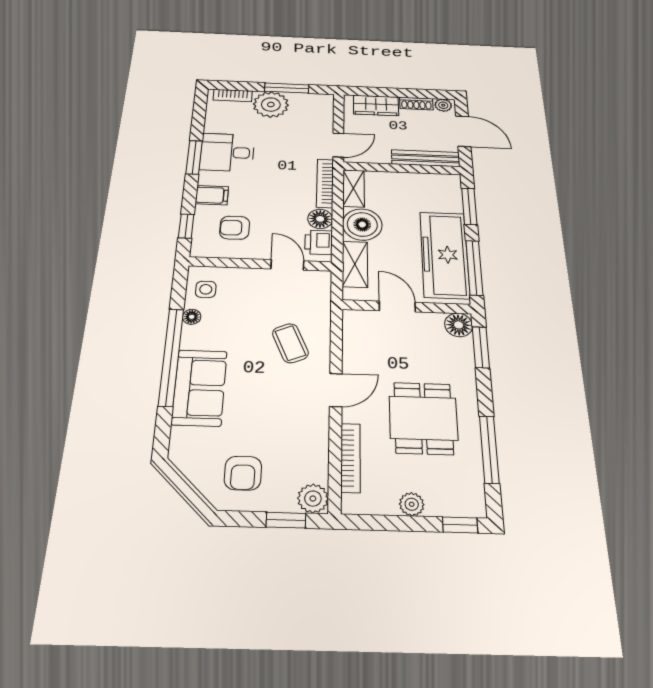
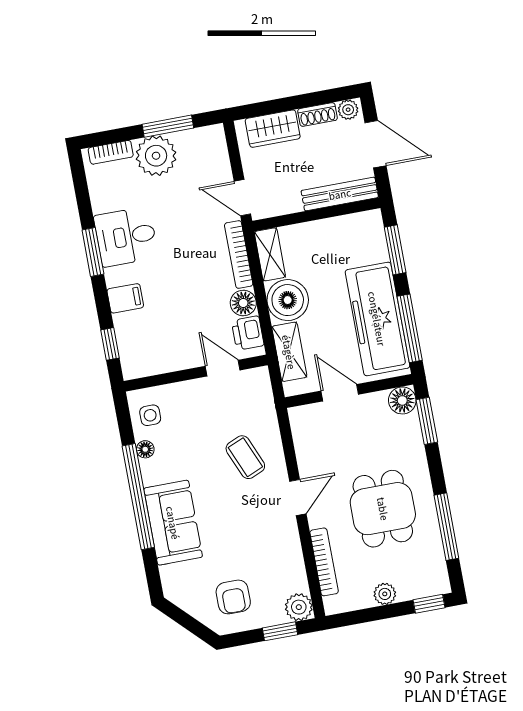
door: (338, 145) -> (242, 198), swing flipped
armchair: (235, 228) -> (159, 335), removed

